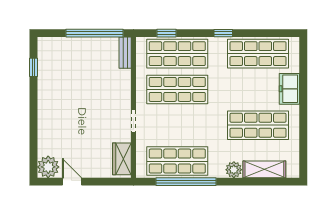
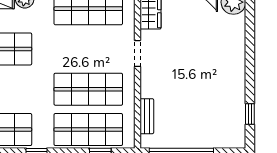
bench: (125, 53) -> (147, 116), moved

